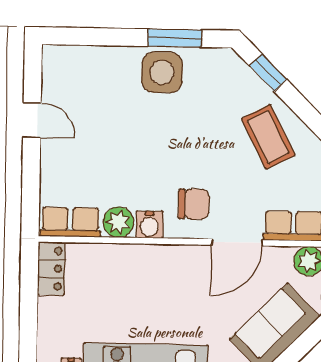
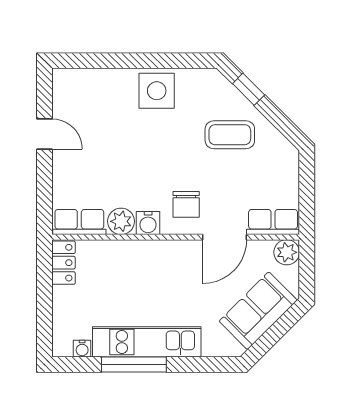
window: (175, 38) -> (167, 61), removed
coffee table: (268, 137) -> (230, 135), moved, turned -63
chair: (194, 204) -> (186, 204), turned 90

